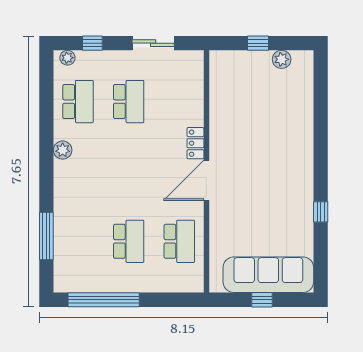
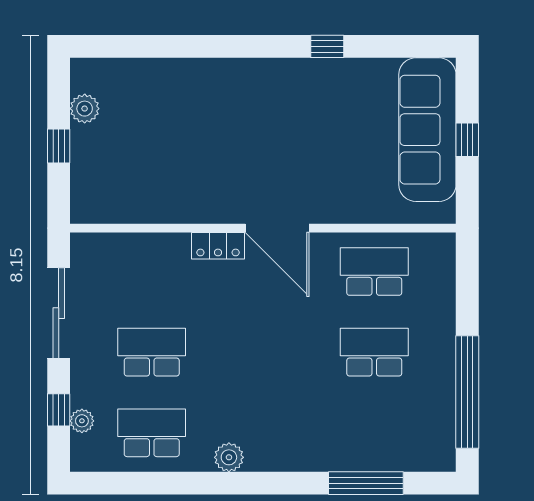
sliding door: (153, 43) -> (59, 313), width x1.37
plant: (67, 58) -> (82, 421), moved

